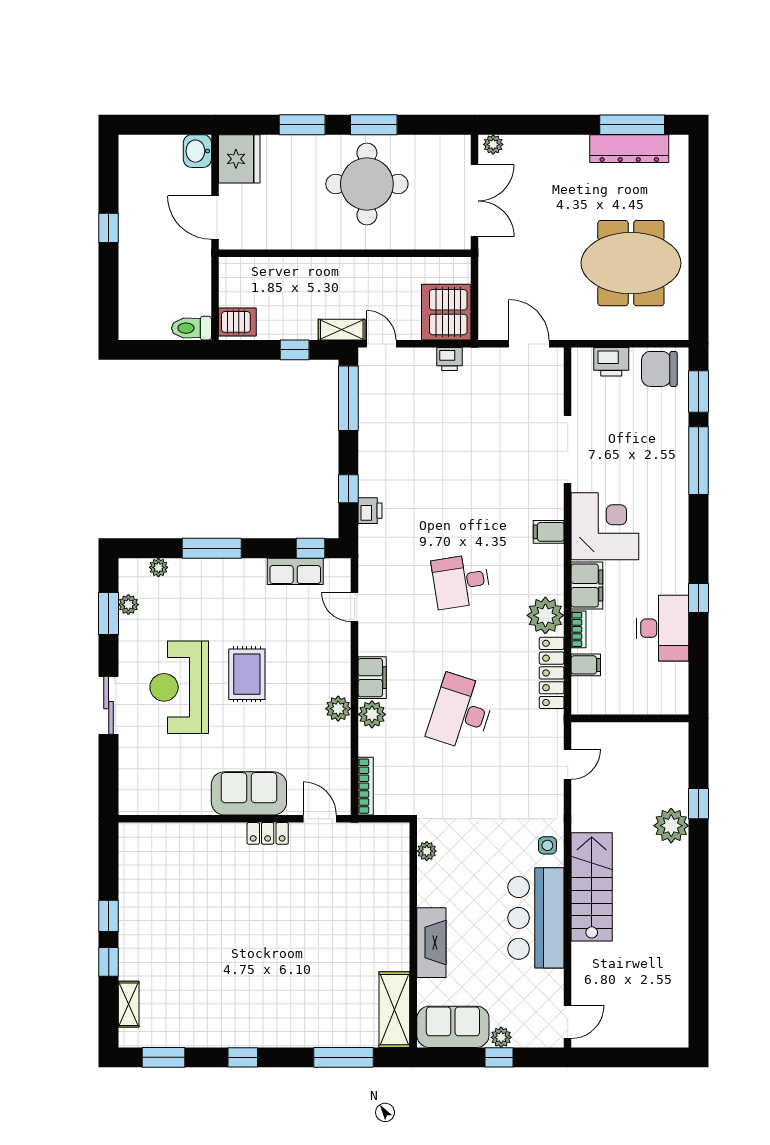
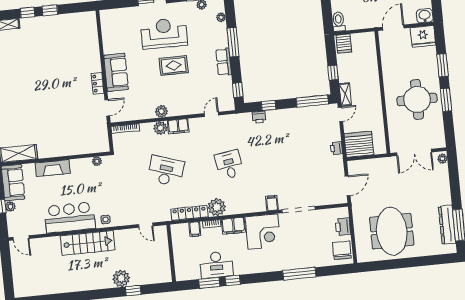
window: (699, 392) -> (209, 283), moved
filing cabinet: (549, 532) -> (272, 203), moved
row of seats: (295, 571) -> (224, 62), moved

